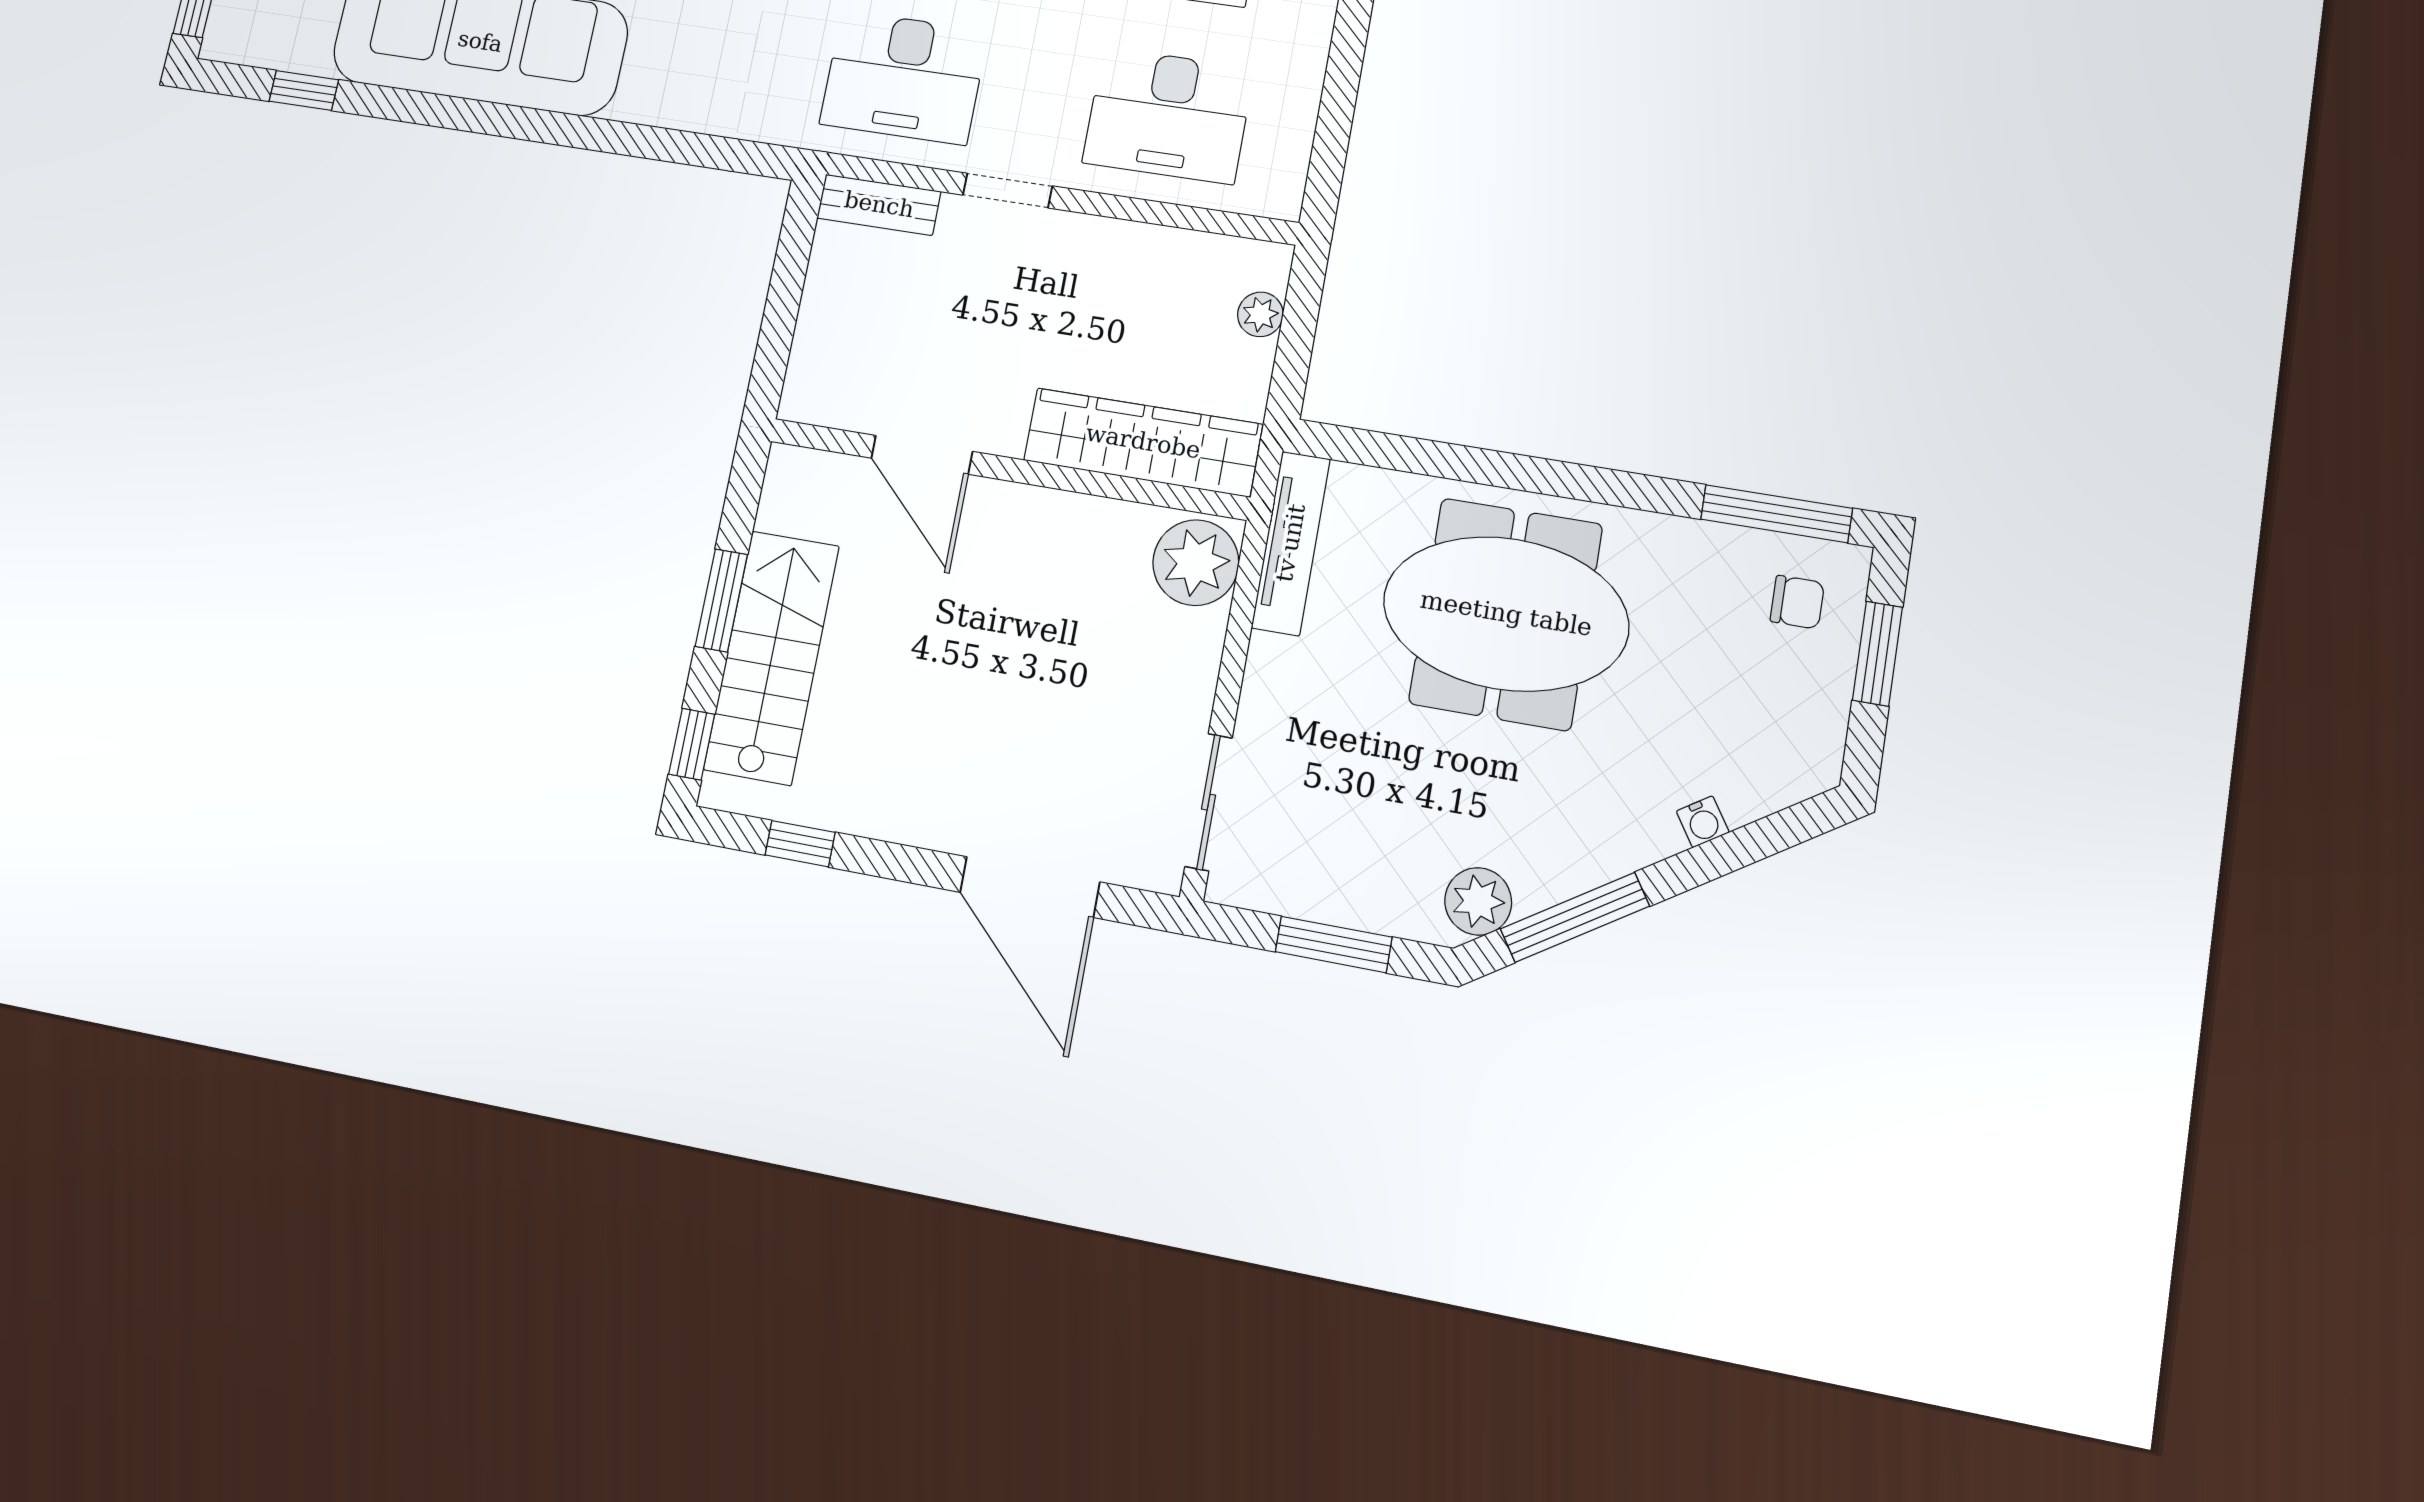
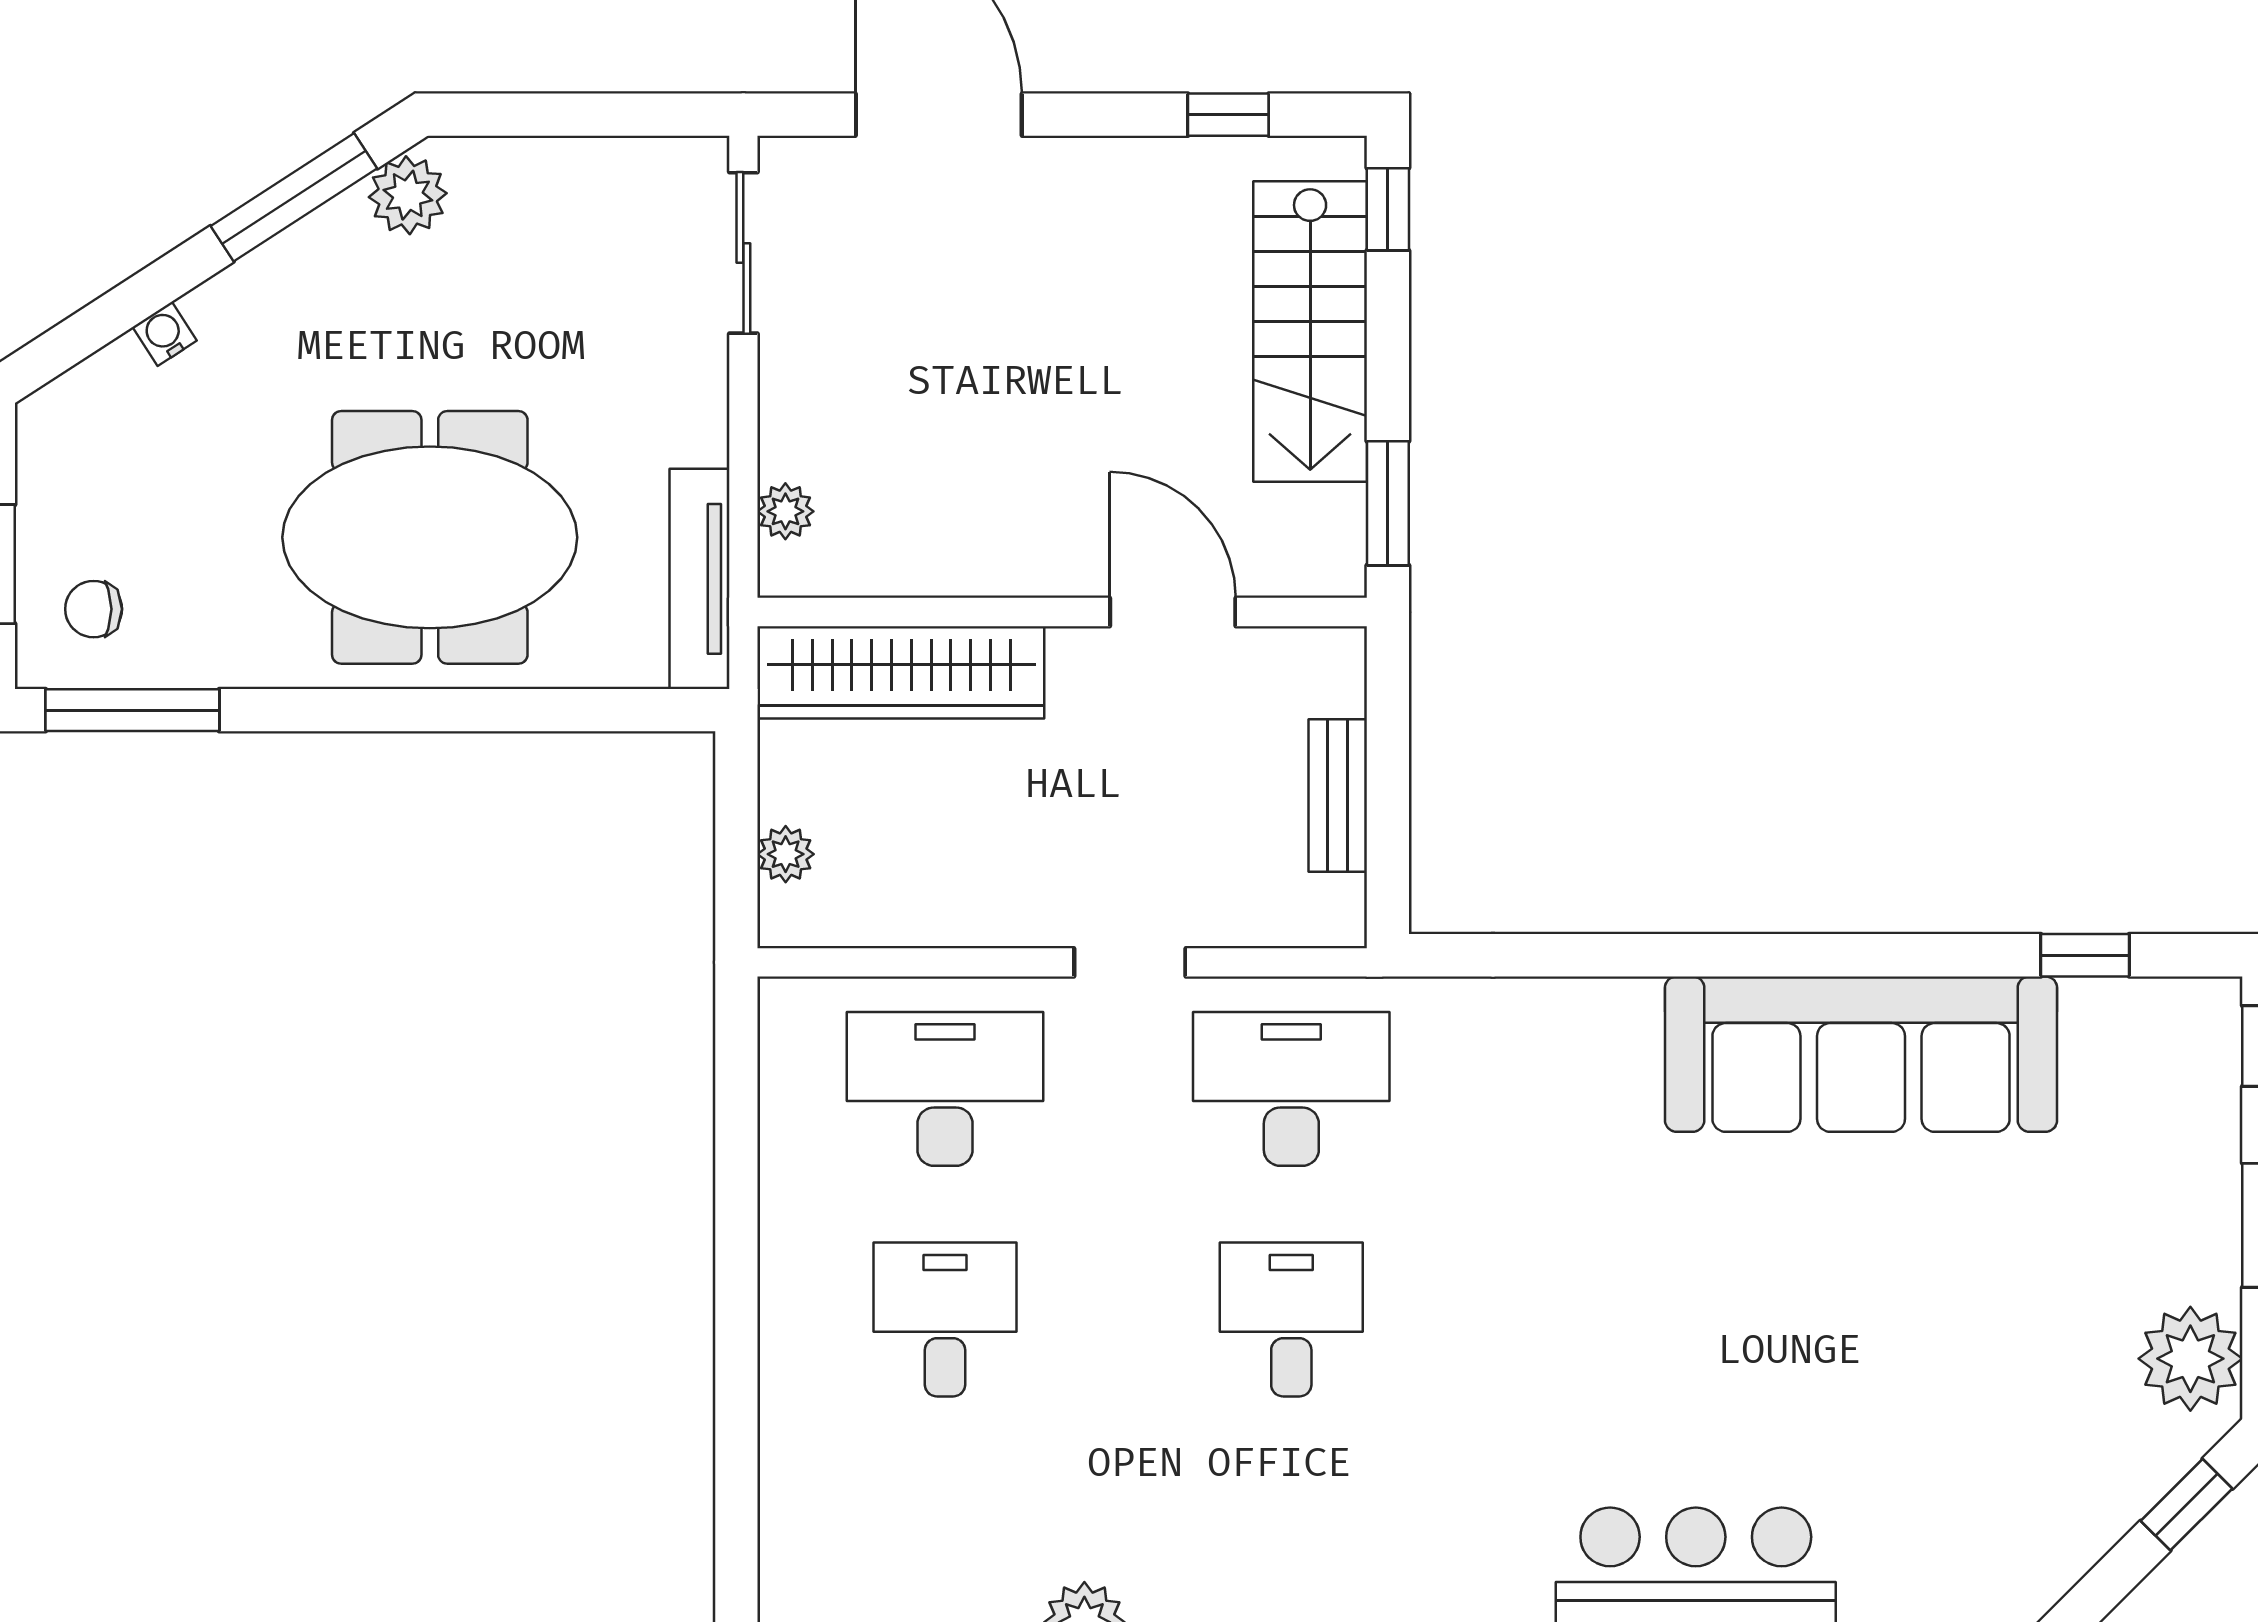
bench: (879, 205) -> (1338, 796), moved, turned 90
plant: (1196, 563) -> (785, 511), width x0.53, depth x0.53
window: (721, 600) -> (1388, 503), moved
window: (1334, 944) -> (567, 115), removed

